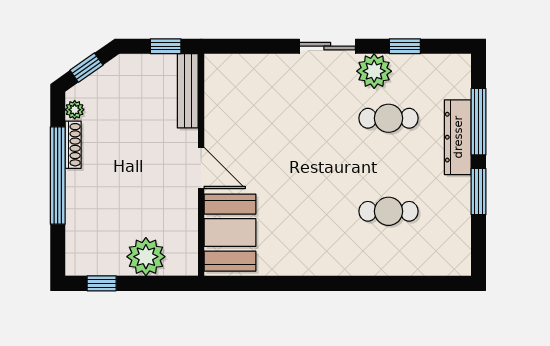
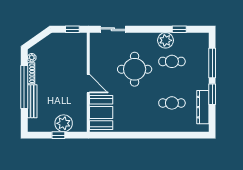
sliding door: (327, 46) -> (113, 29), moved
window: (86, 68) -> (37, 39), removed
bench: (188, 91) -> (32, 101), moved
round table: (305, 136) -> (135, 69), added
dresser: (458, 137) -> (203, 107), moved
window: (102, 283) -> (58, 135), moved

